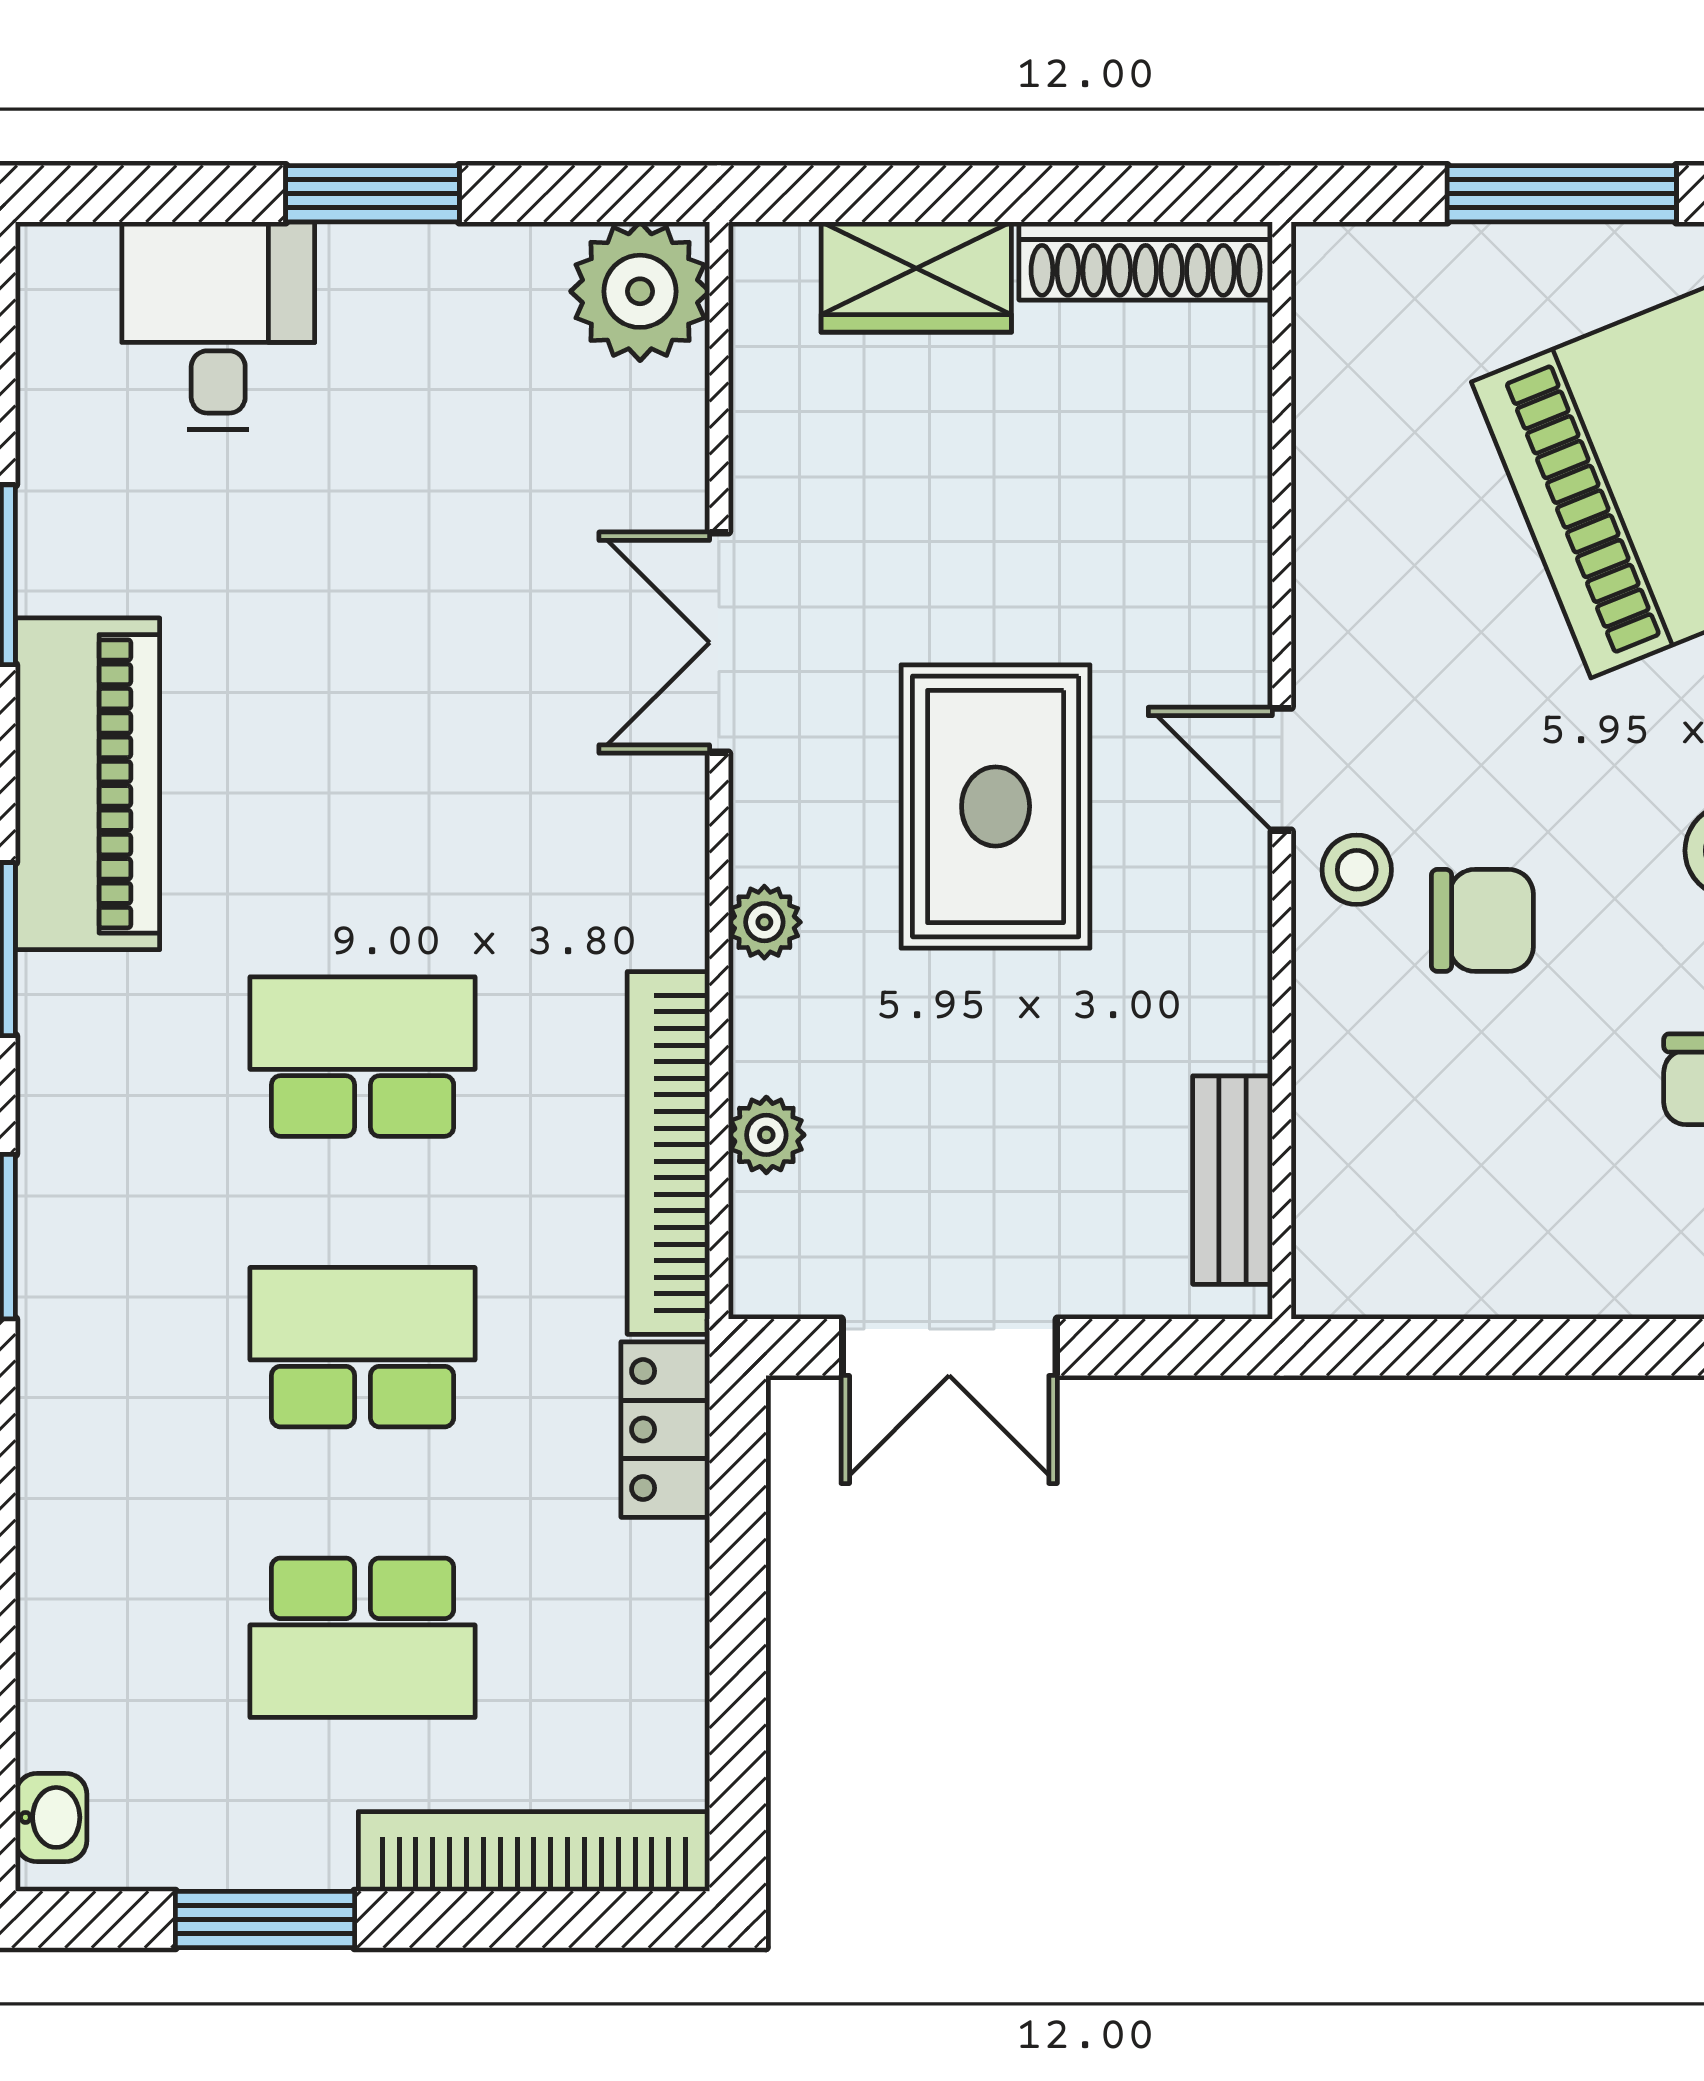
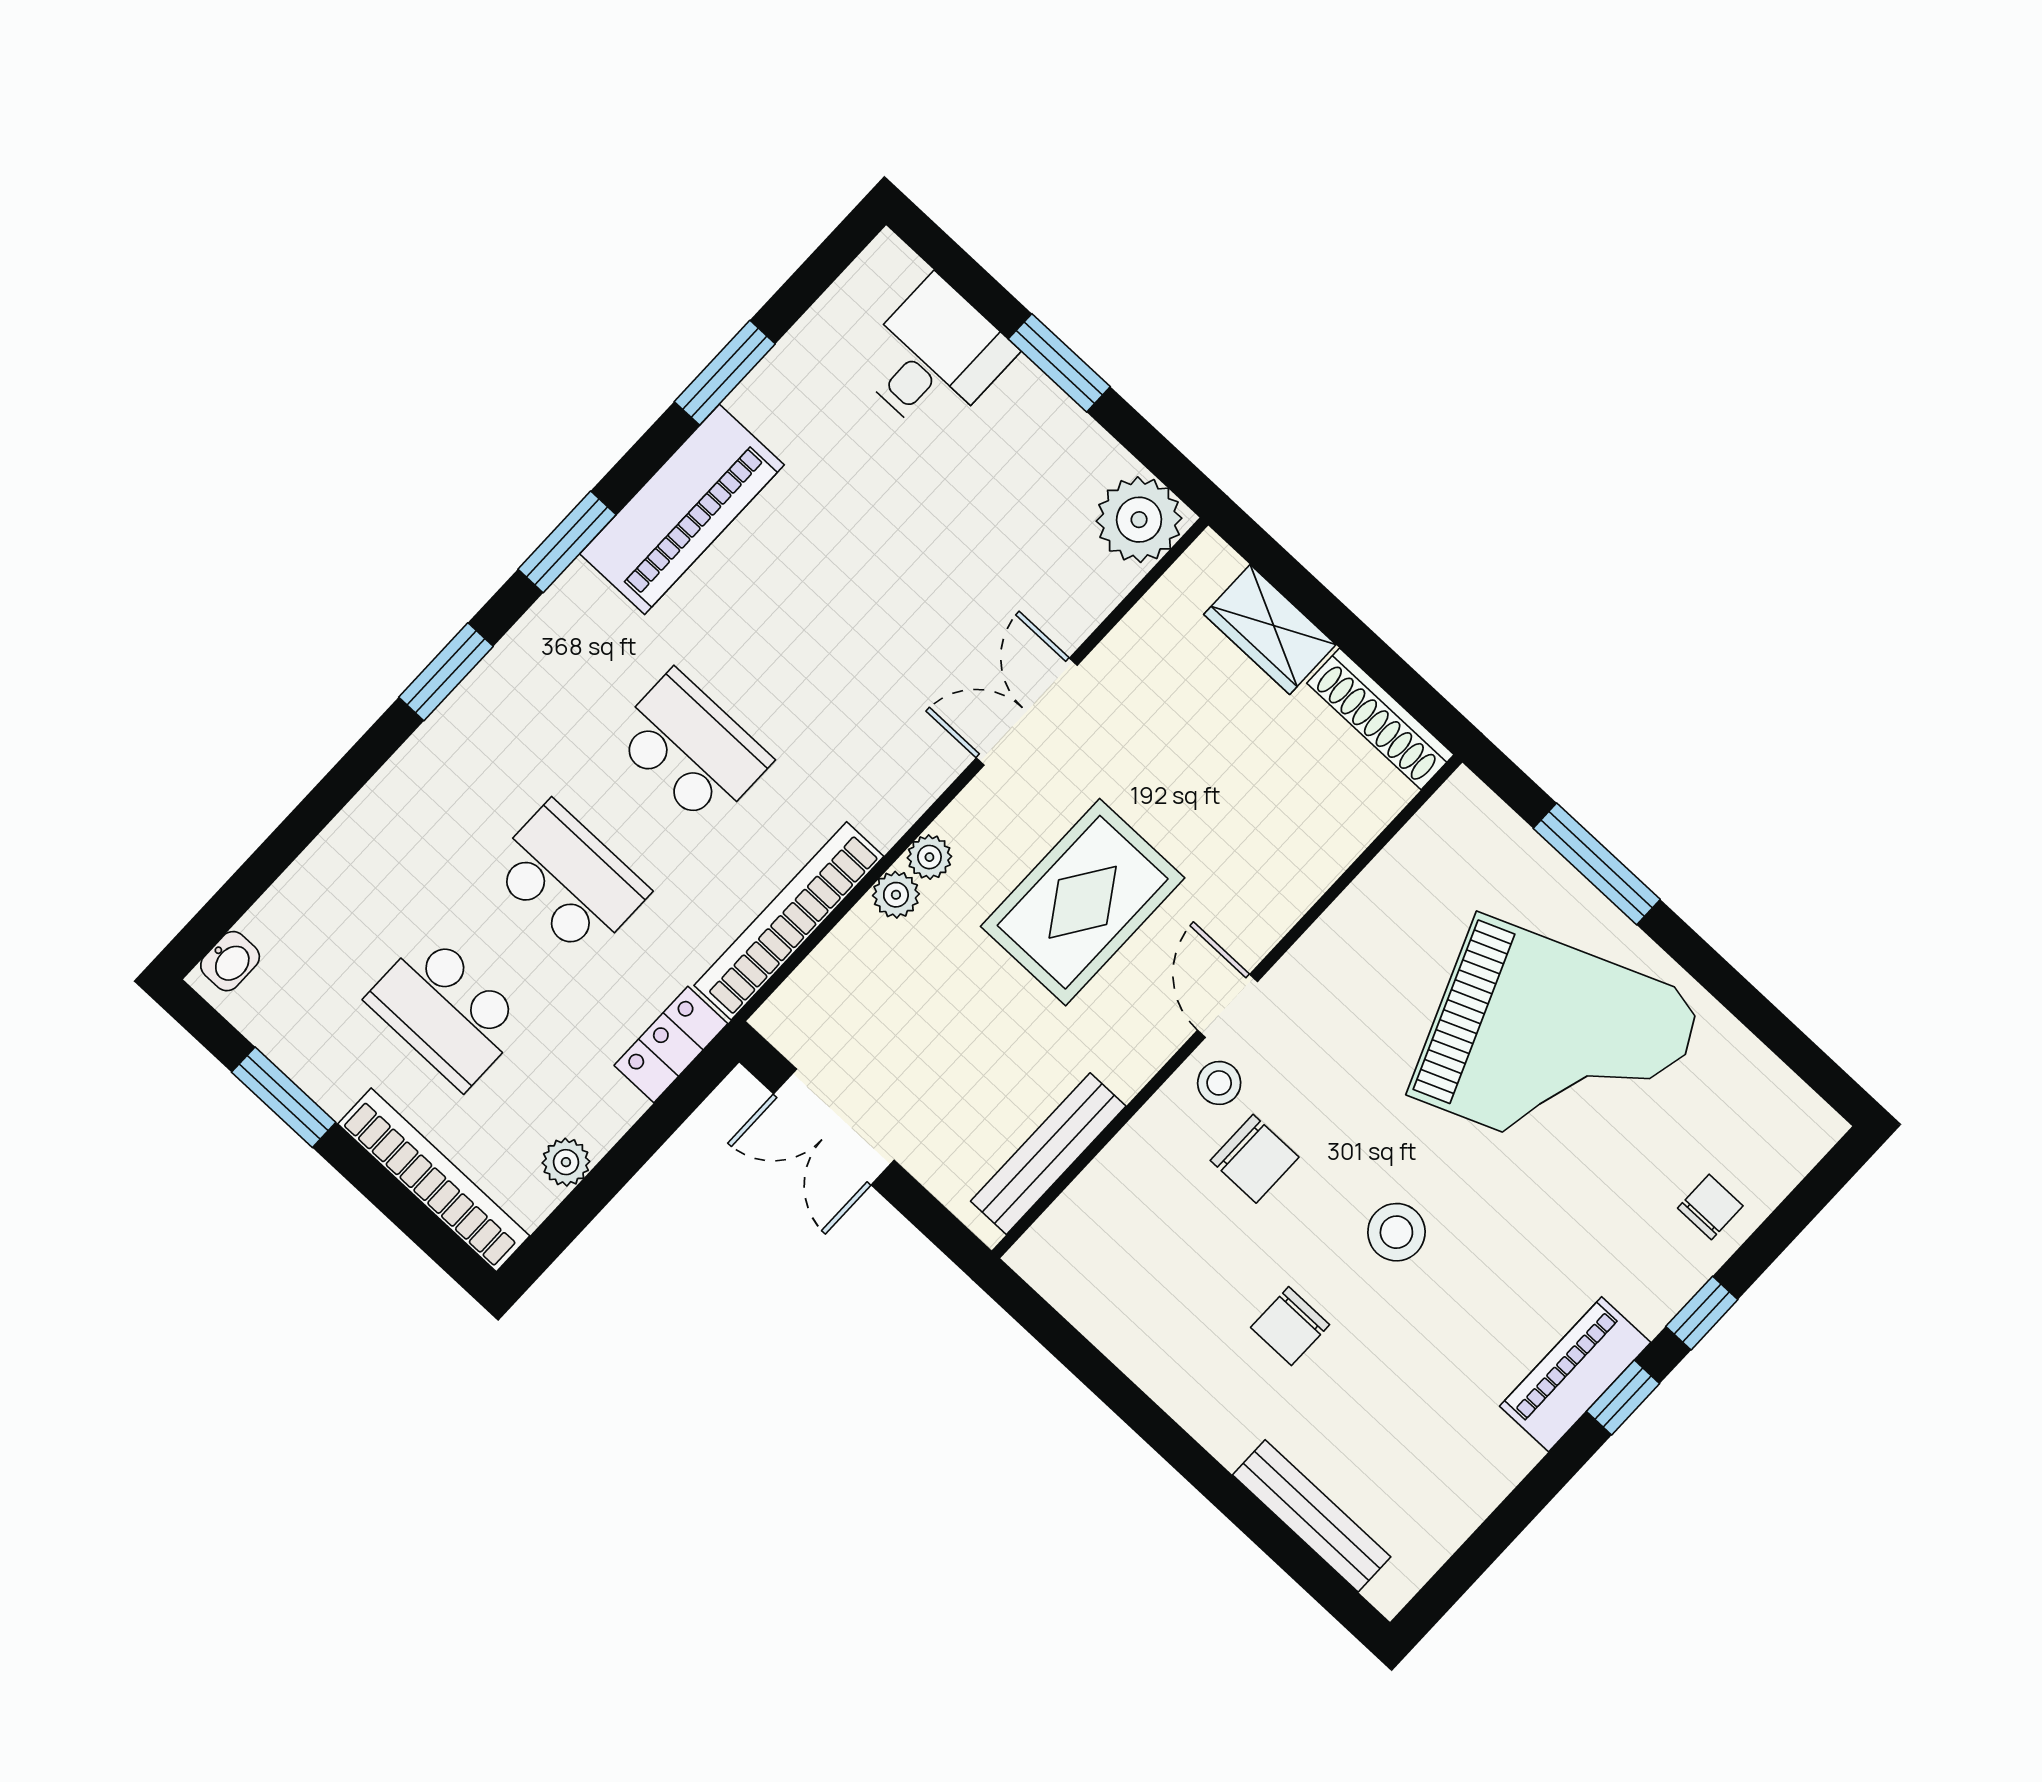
plant: (766, 1135) -> (896, 895), moved
bench: (1232, 1180) -> (1048, 1154), width x1.36
plant: (671, 1685) -> (566, 1162), added

